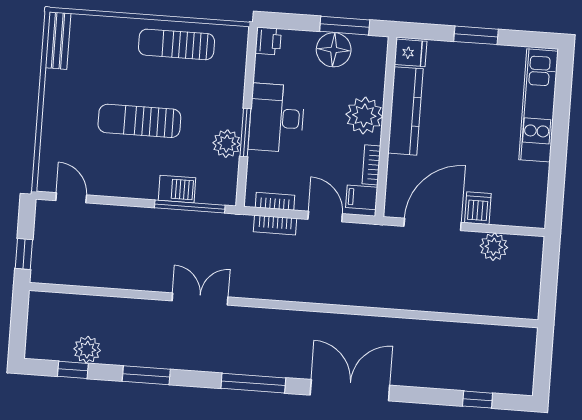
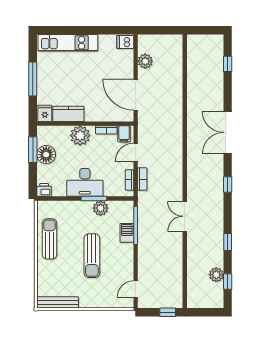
window: (476, 35) -> (33, 79), width x1.44
bench: (58, 41) -> (58, 302), width x1.36
sun lounger: (176, 44) -> (49, 239), turned 180
kitchen counter: (405, 111) -> (68, 114), width x0.67
dishwasher: (478, 208) -> (125, 42), moved
window: (146, 375) -> (228, 242), width x0.67
window: (253, 383) -> (228, 184), width x0.46

